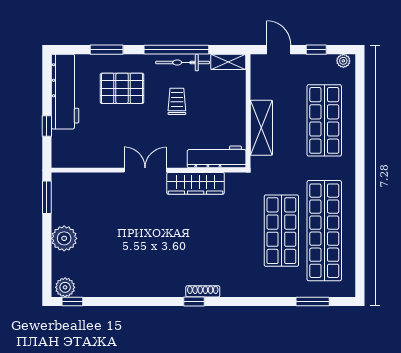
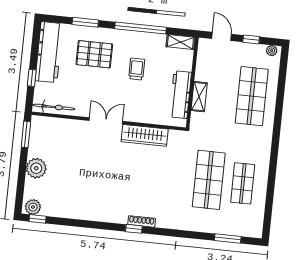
bicycle: (183, 62) -> (54, 107), moved, turned 180
shelving: (261, 128) -> (199, 97), width x0.67, depth x0.75
workbench: (217, 157) -> (180, 95), moved, turned -90
shop shelf: (324, 231) -> (243, 183), width x0.50, depth x0.74

